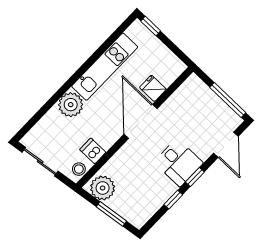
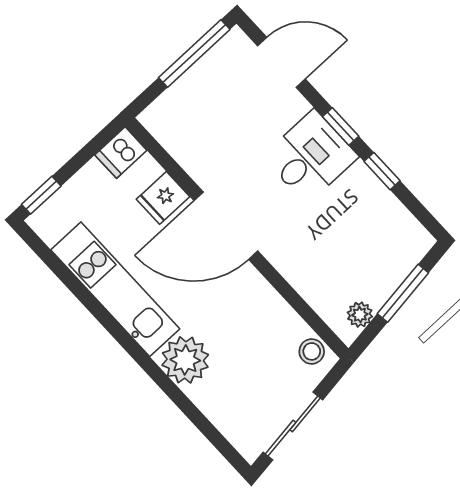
dishwasher: (93, 151) -> (121, 153), moved
plant: (103, 188) -> (360, 315), width x0.53, depth x0.53

